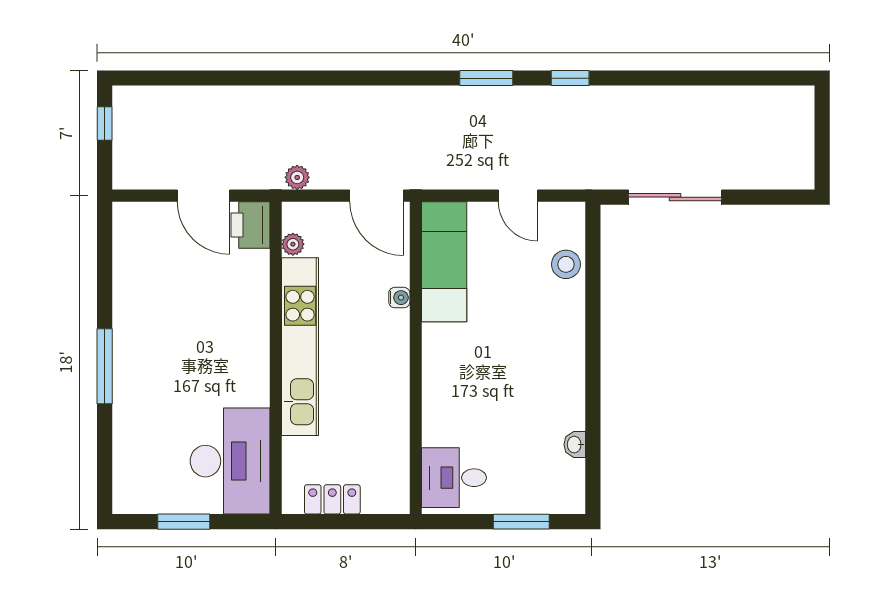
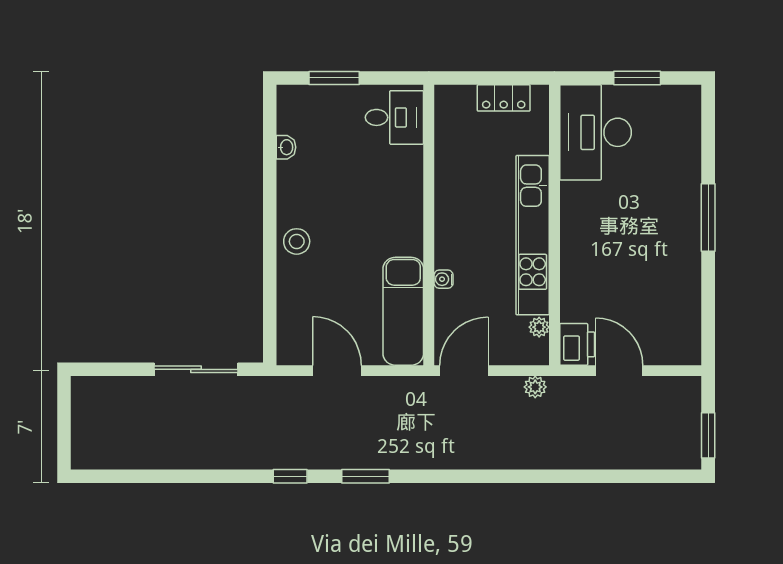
window: (105, 124) -> (708, 435), width x1.50
door: (377, 196) -> (464, 371), hinge flipped
door: (518, 196) -> (337, 371), width x1.38
stool: (566, 264) -> (297, 241), moved

